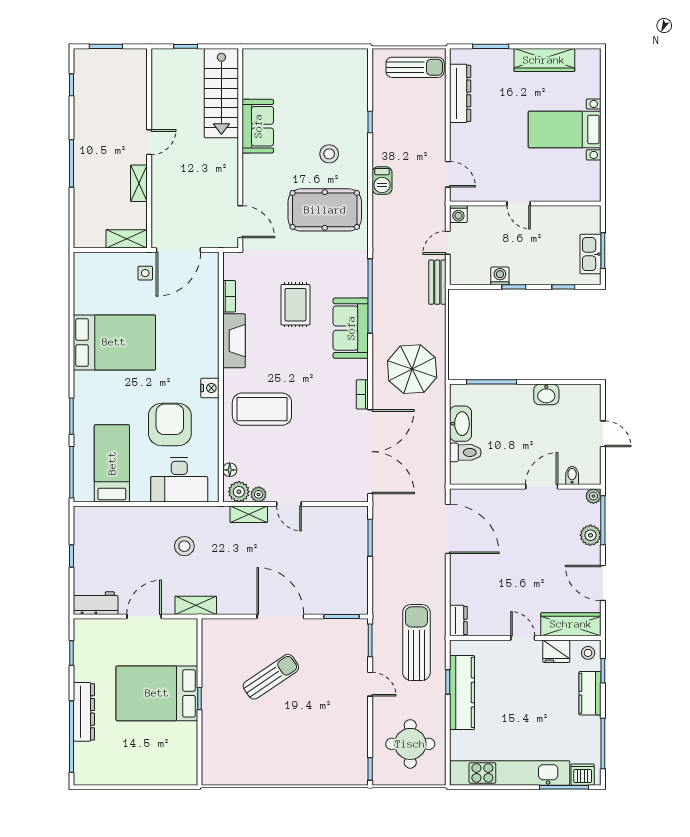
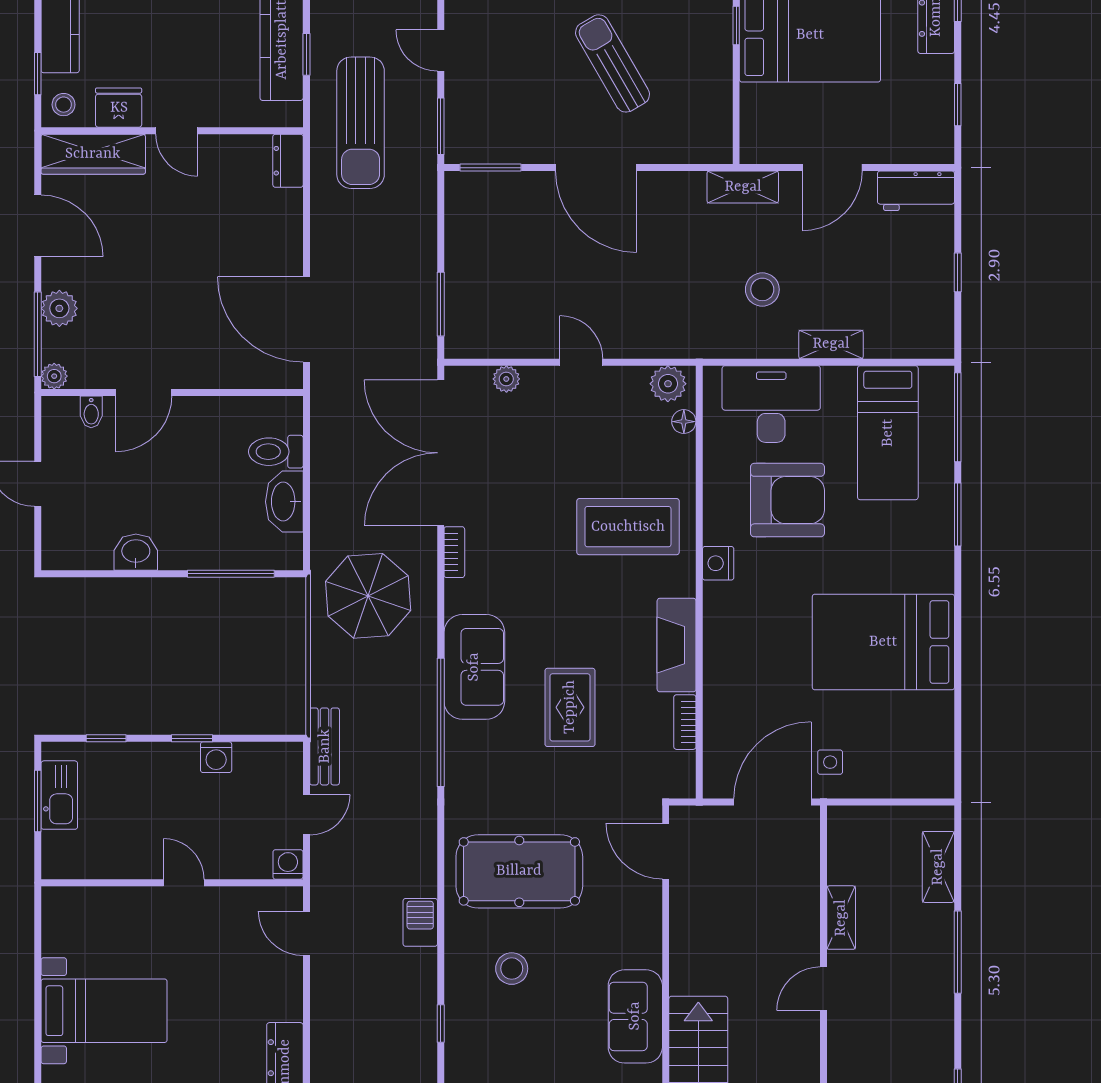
shelving: (127, 239) -> (938, 867), moved, turned 90
armchair: (170, 424) -> (787, 500), turned -90
plant: (259, 494) -> (506, 379), moved
shelving: (249, 514) -> (831, 344), moved
sun lounger: (271, 677) -> (612, 63), turned 94

